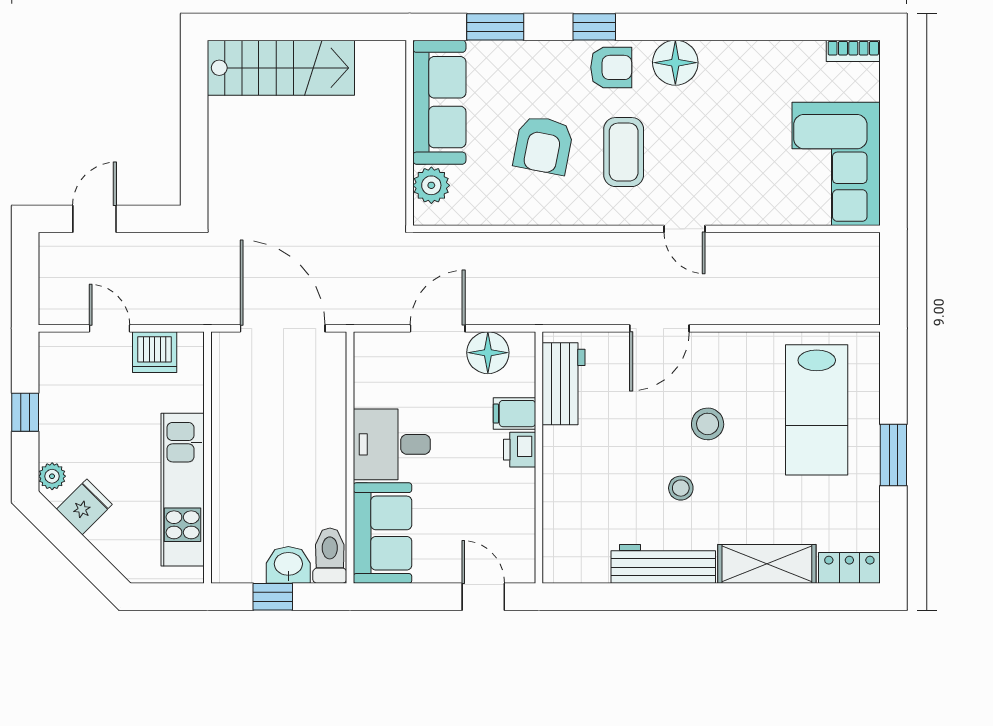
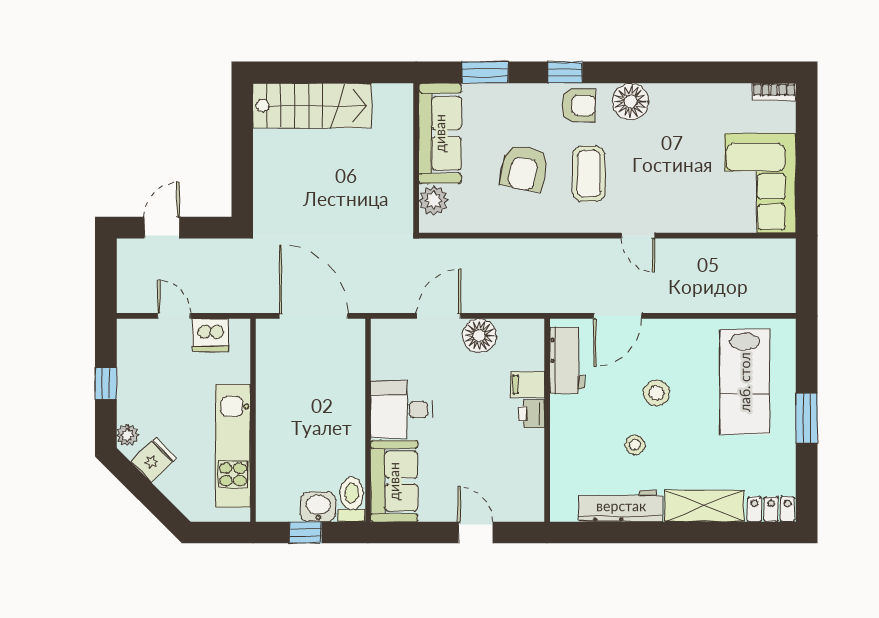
workbench: (563, 384) -> (567, 361), moved
filing cabinet: (514, 414) -> (527, 385), moved
printer: (520, 450) -> (532, 414), moved
wall: (539, 458) -> (547, 420), moved

